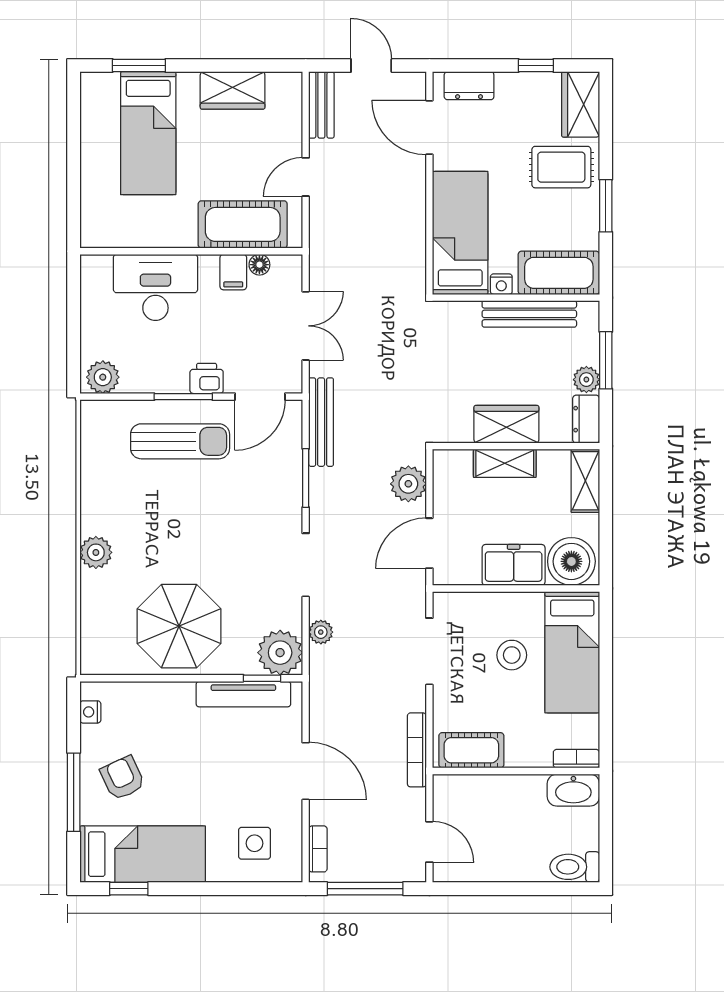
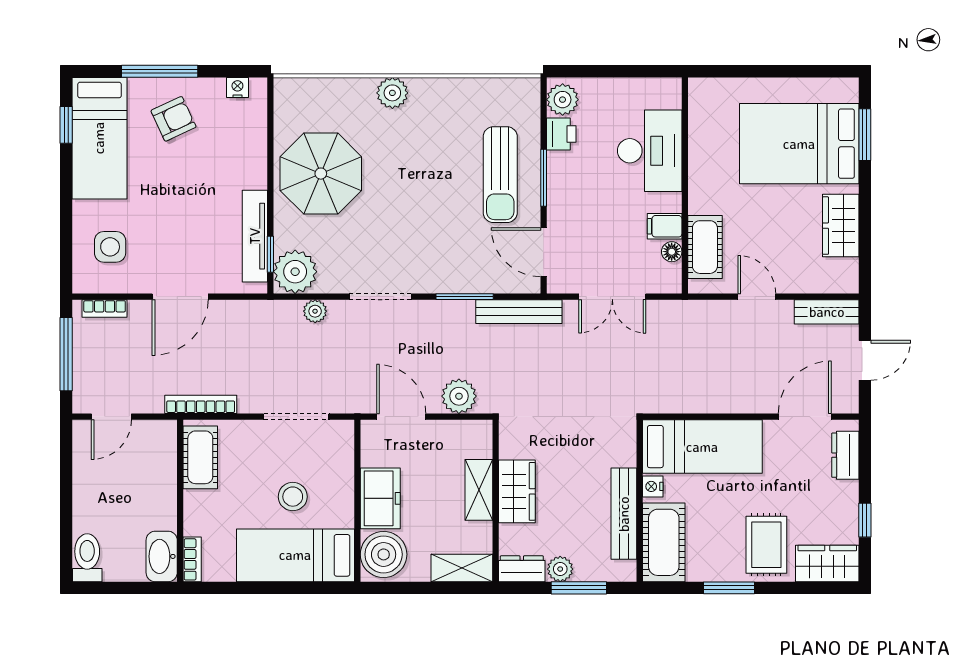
bed: (148, 133) -> (799, 144), width x1.50
cot: (243, 224) -> (705, 247), width x0.73, depth x0.75
printer: (207, 378) -> (561, 134), moved

